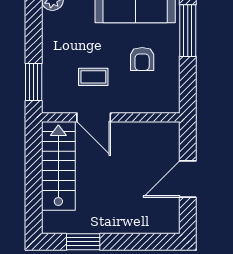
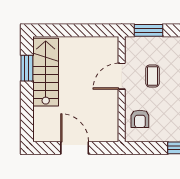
armchair: (142, 59) -> (140, 119), moved, turned -90
stairs: (58, 166) -> (46, 72), moved, turned -90

